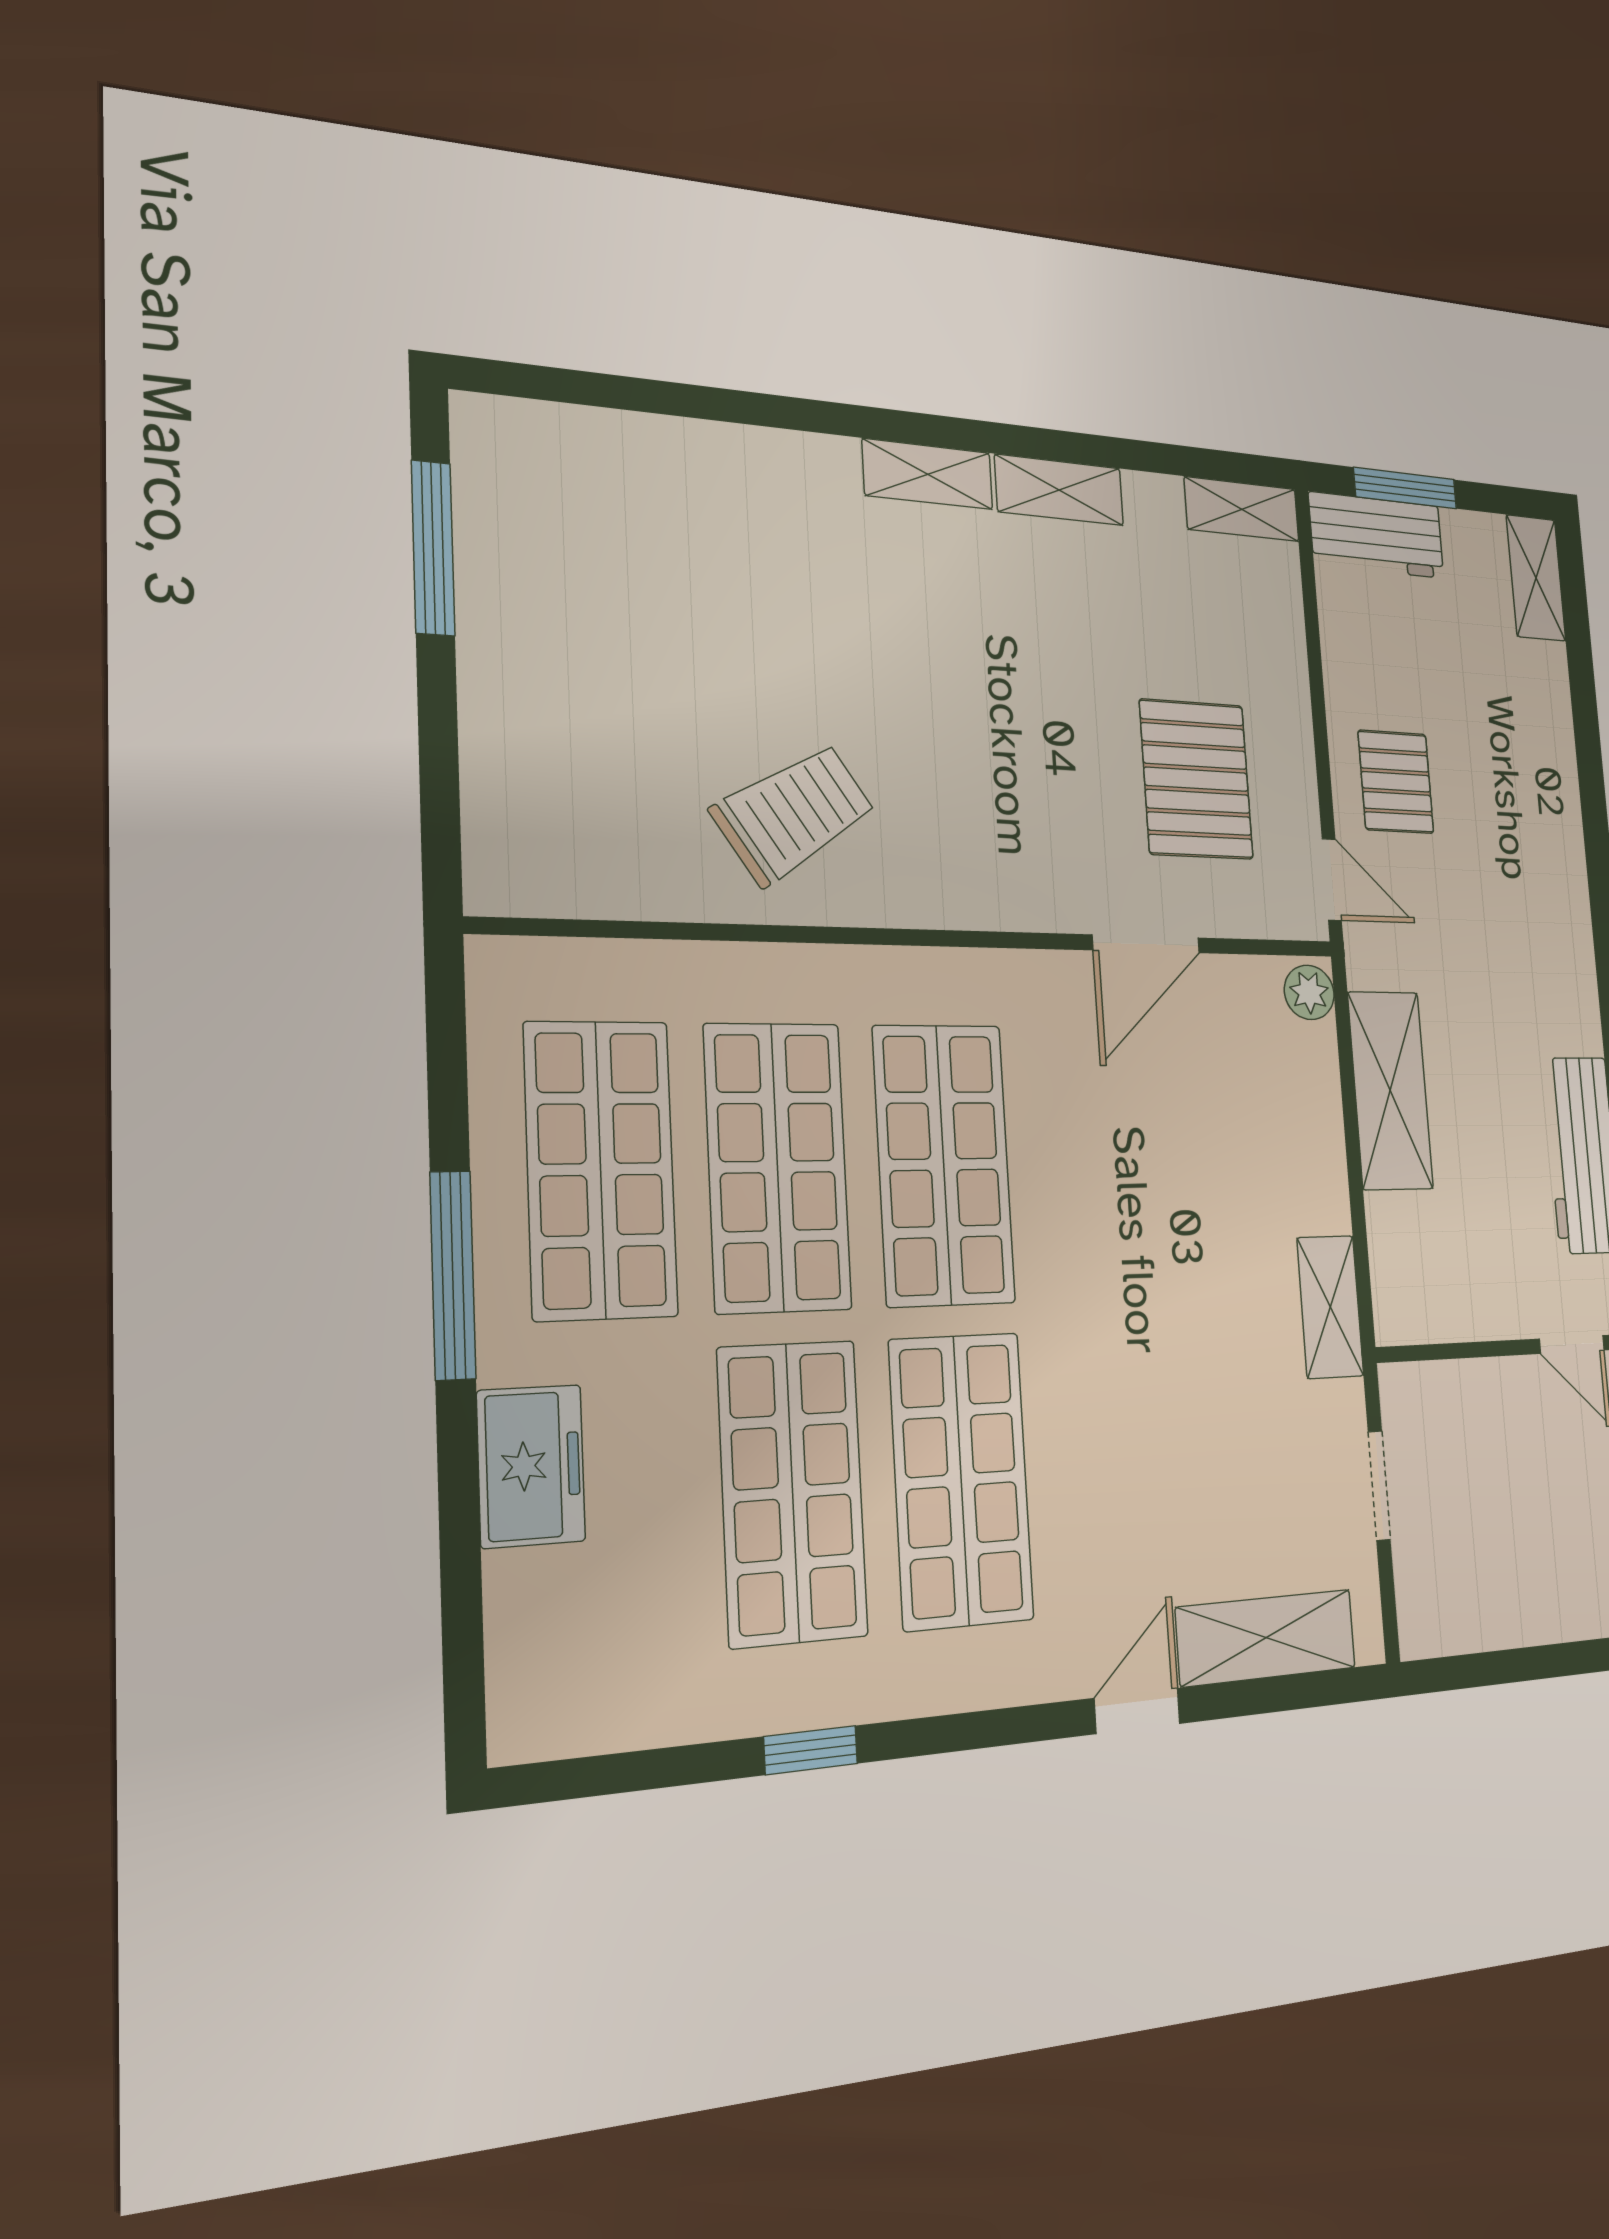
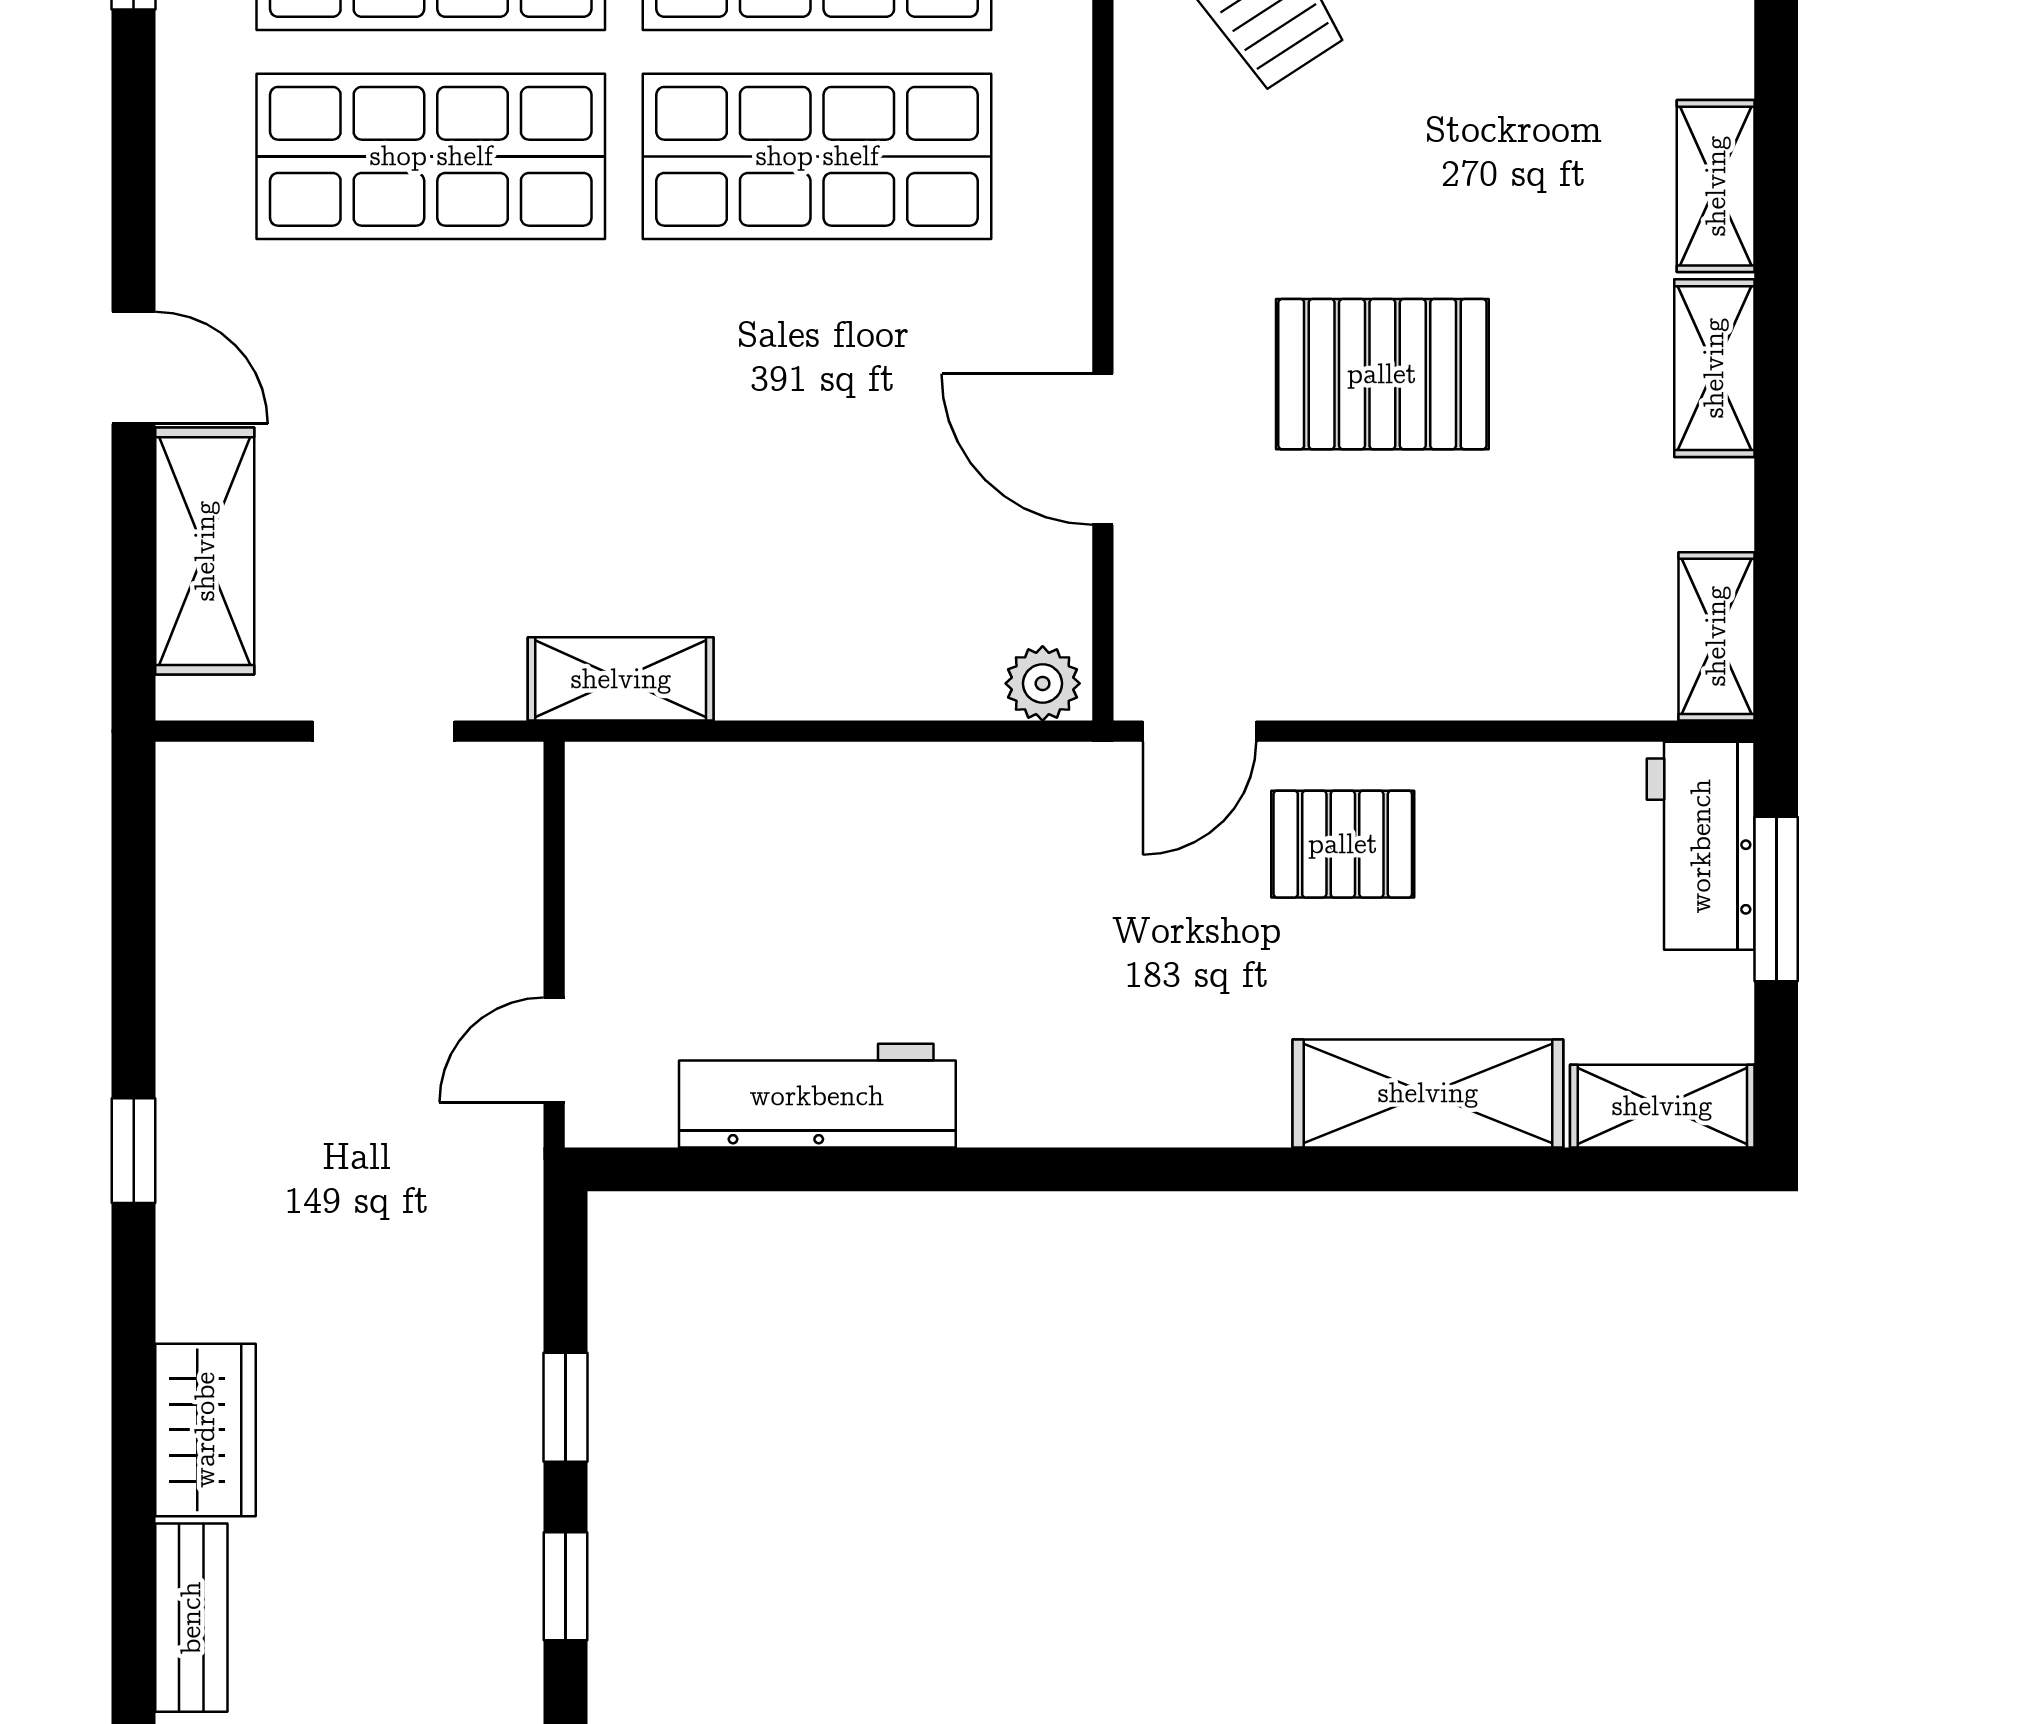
pallet: (1196, 779) -> (1382, 374), moved
shelving: (1390, 1090) -> (1428, 1093), moved

